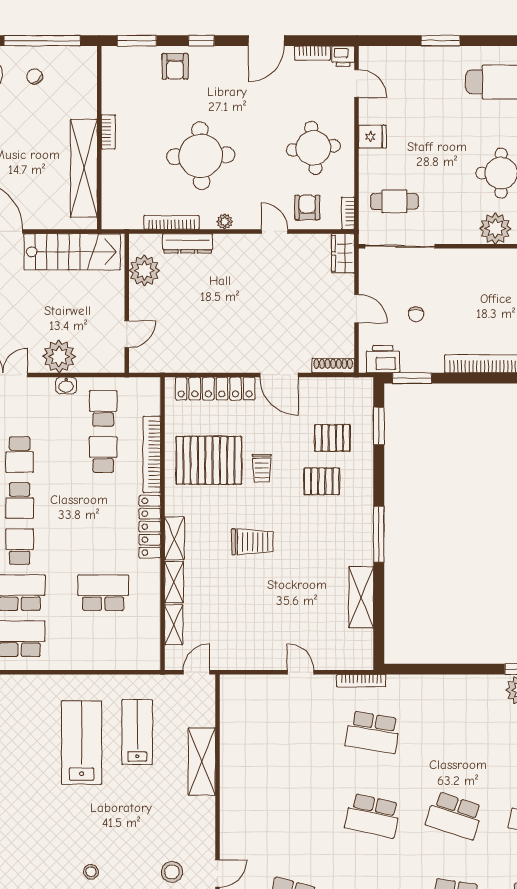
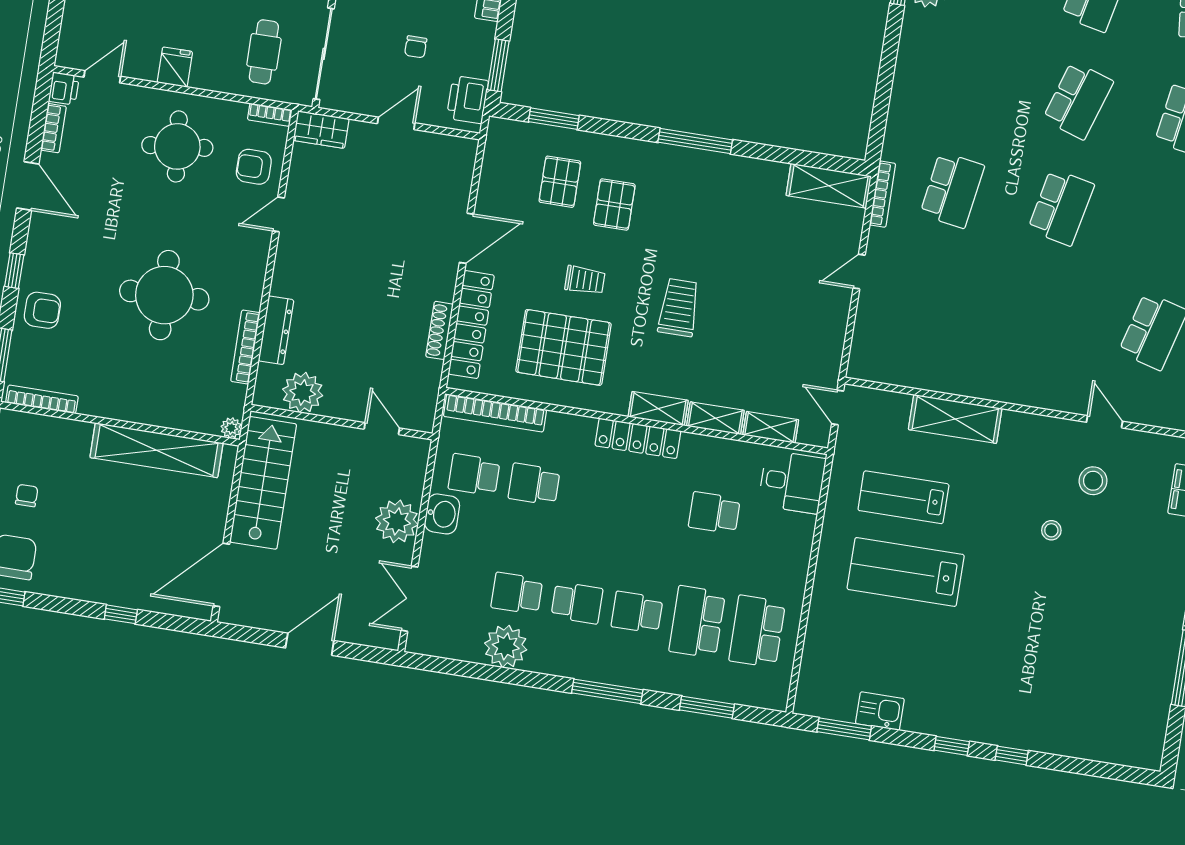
chair: (35, 77) -> (27, 495), turned 129
bookcase: (108, 132) -> (42, 399), moved, width x1.56
plant: (225, 222) -> (231, 428), moved
chair: (416, 314) -> (416, 47), turned 90
shoe rack: (333, 366) -> (439, 330), moved
washbasin: (66, 385) -> (442, 514), width x1.38, depth x1.45
bookcase: (152, 454) -> (495, 413), moved
school desk: (20, 455) -> (517, 593), turned 180
pallet: (209, 460) -> (564, 347), turned 90
school desk: (103, 593) -> (714, 513), width x0.54
shelving: (361, 597) -> (829, 186), moved
desk: (136, 647) -> (792, 482), added
stool: (91, 872) -> (1051, 530), moved

